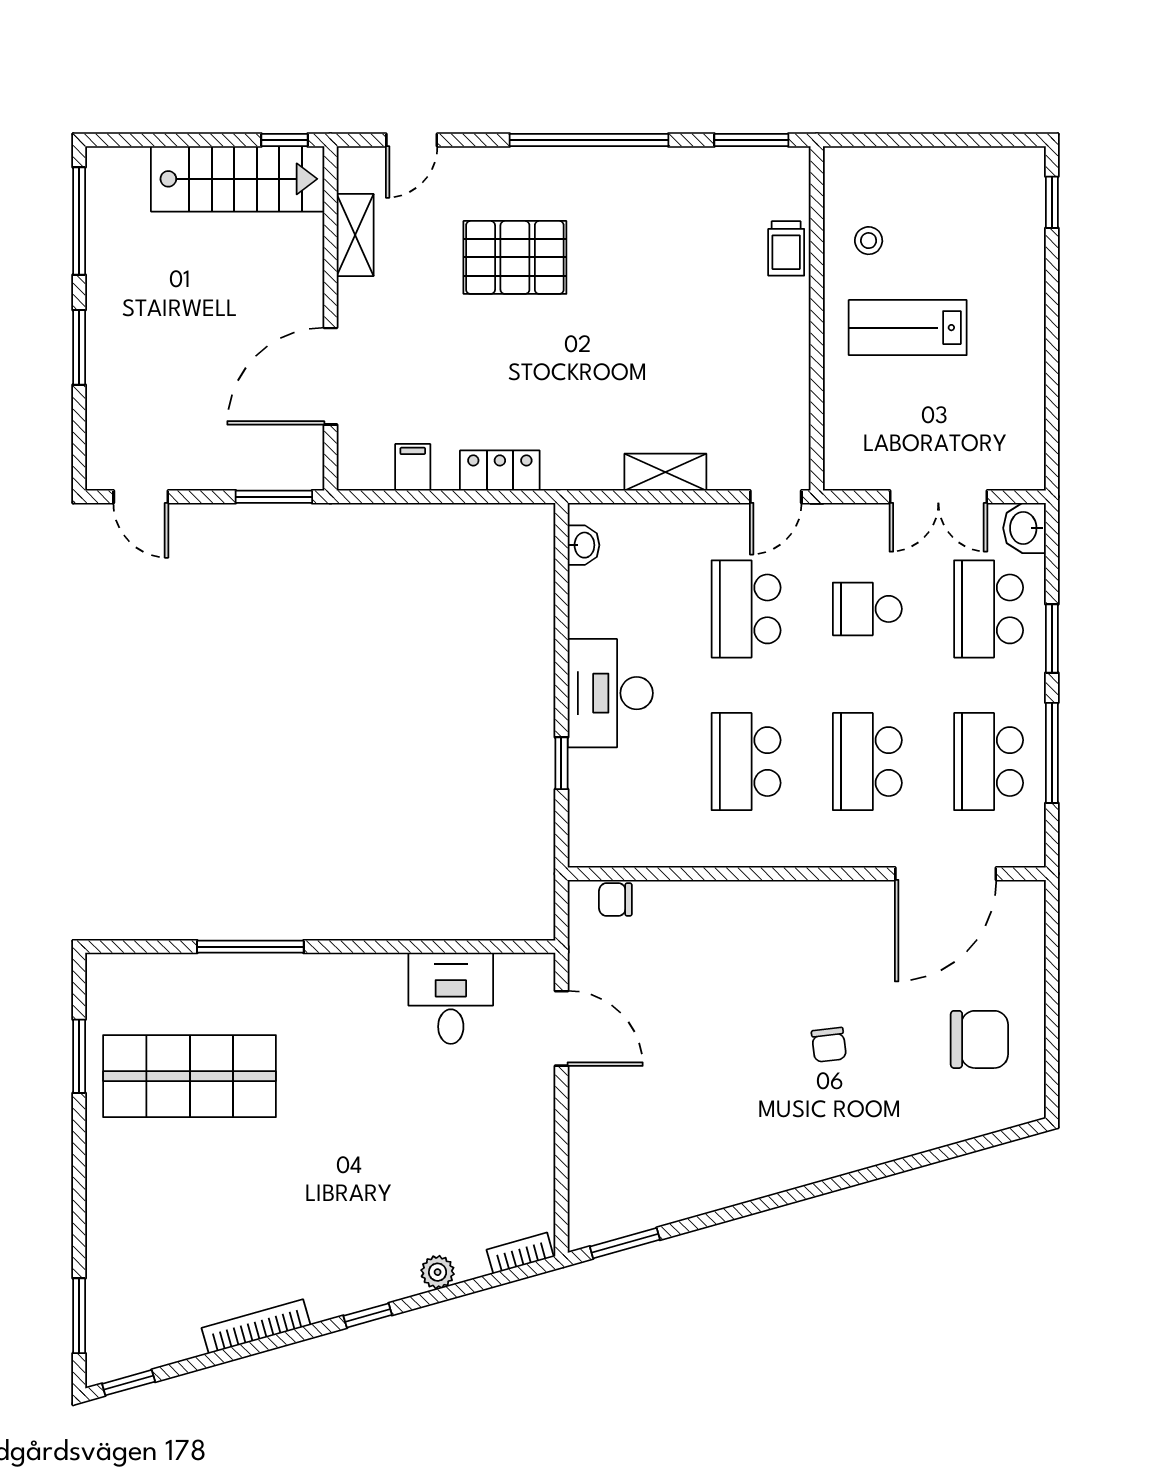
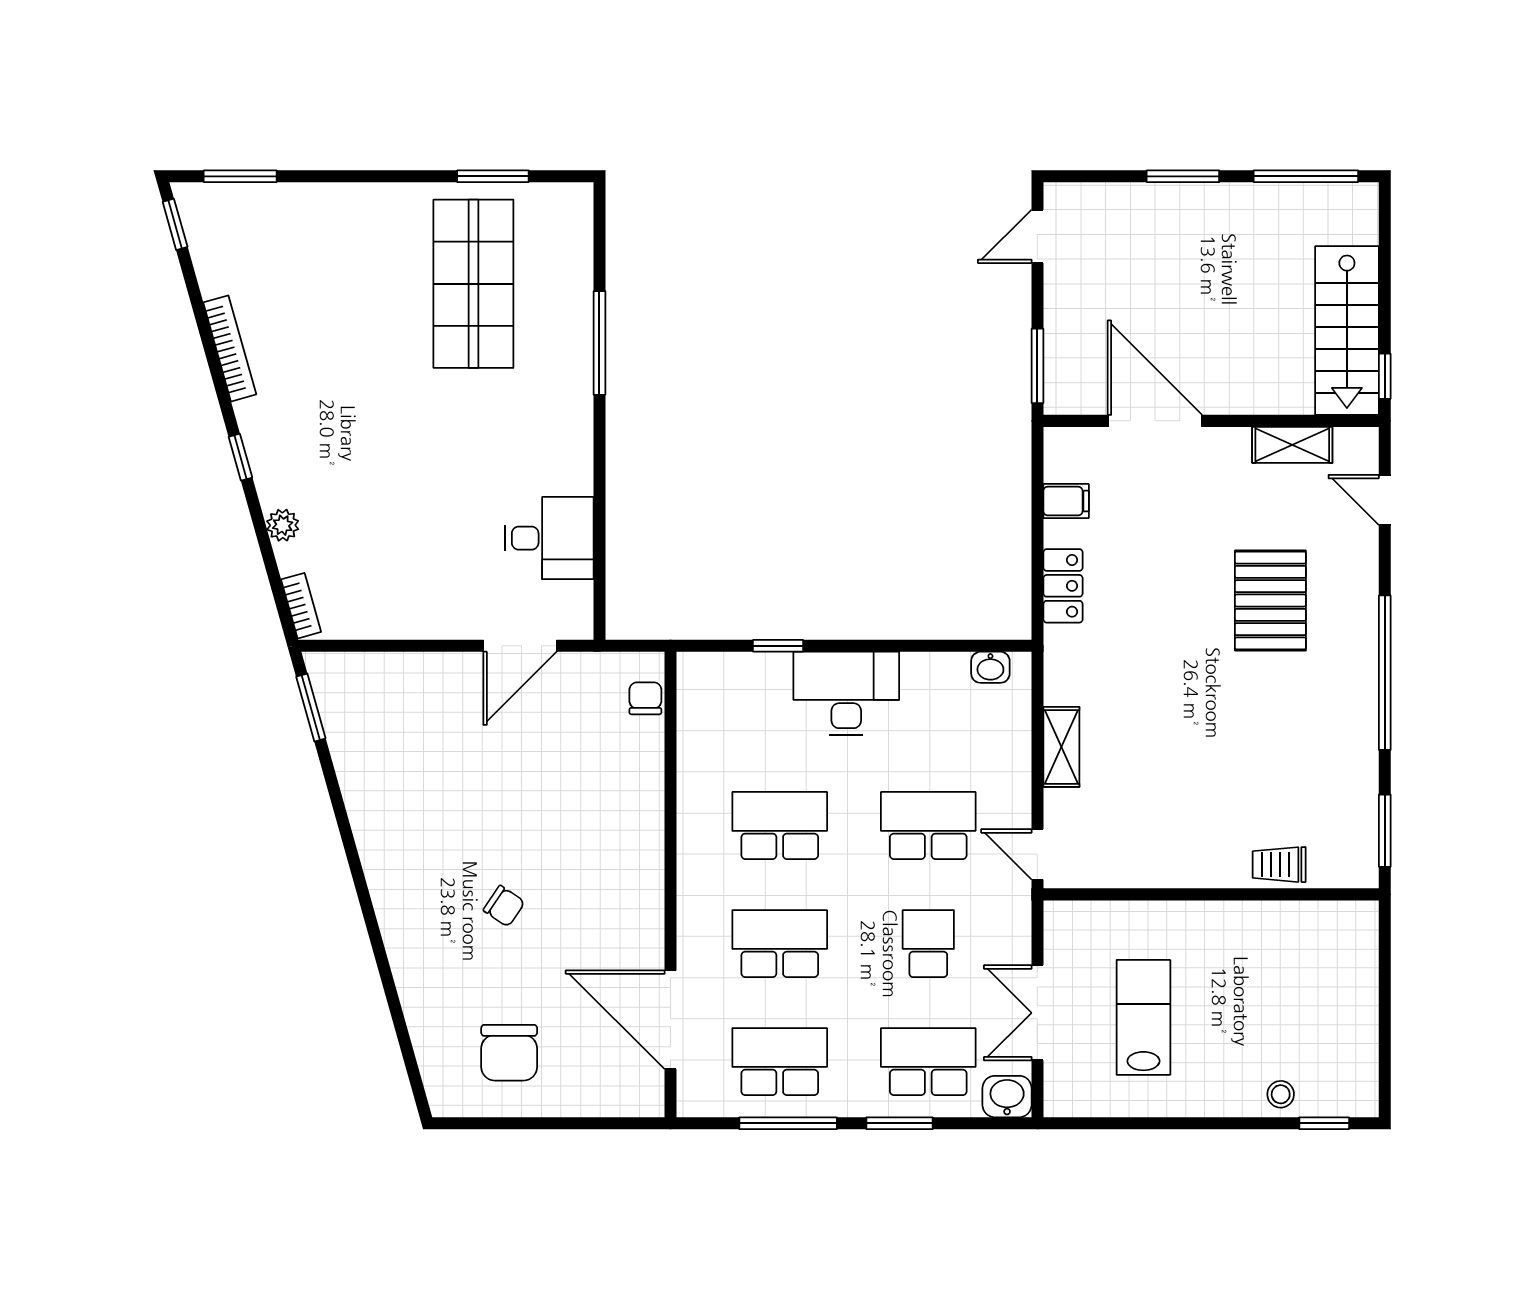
stool: (869, 241) -> (1281, 1094), moved
lab bench: (908, 328) -> (1143, 1017), moved
chair: (829, 1045) -> (504, 906), turned -139

